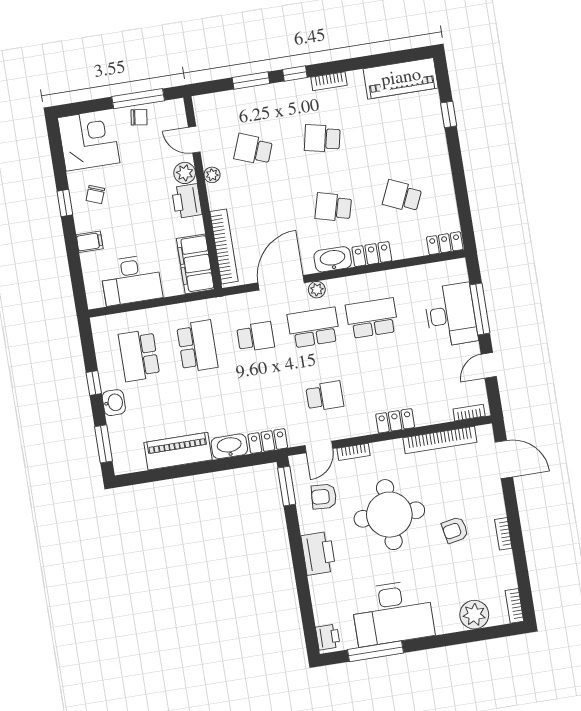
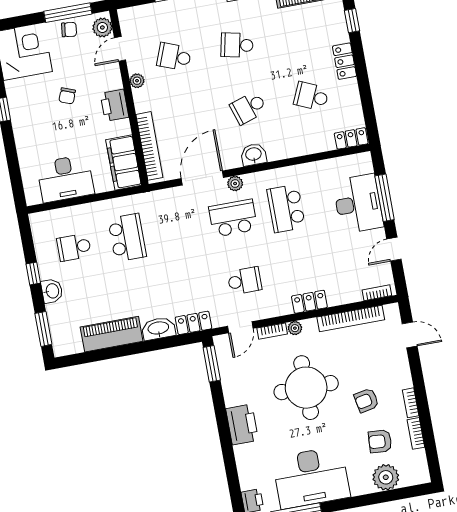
door: (194, 140) -> (120, 49), hinge flipped
plant: (185, 173) -> (102, 27), moved
chair: (95, 195) -> (67, 96), moved
school desk: (333, 207) -> (248, 108), turned -33
filing cabinet: (90, 242) -> (26, 144), removed
locker: (372, 254) -> (345, 61), moved, turned -90
washbasin: (333, 259) -> (254, 155), width x0.72
school desk: (372, 318) -> (286, 208), turned -90
school desk: (255, 337) -> (180, 228), removed
school desk: (139, 355) -> (74, 247), width x0.54
plant: (379, 449) -> (295, 328), added
door: (504, 460) -> (410, 335), width x0.73
armchair: (324, 497) -> (380, 441), moved
bookcase: (514, 606) -> (416, 433), moved

